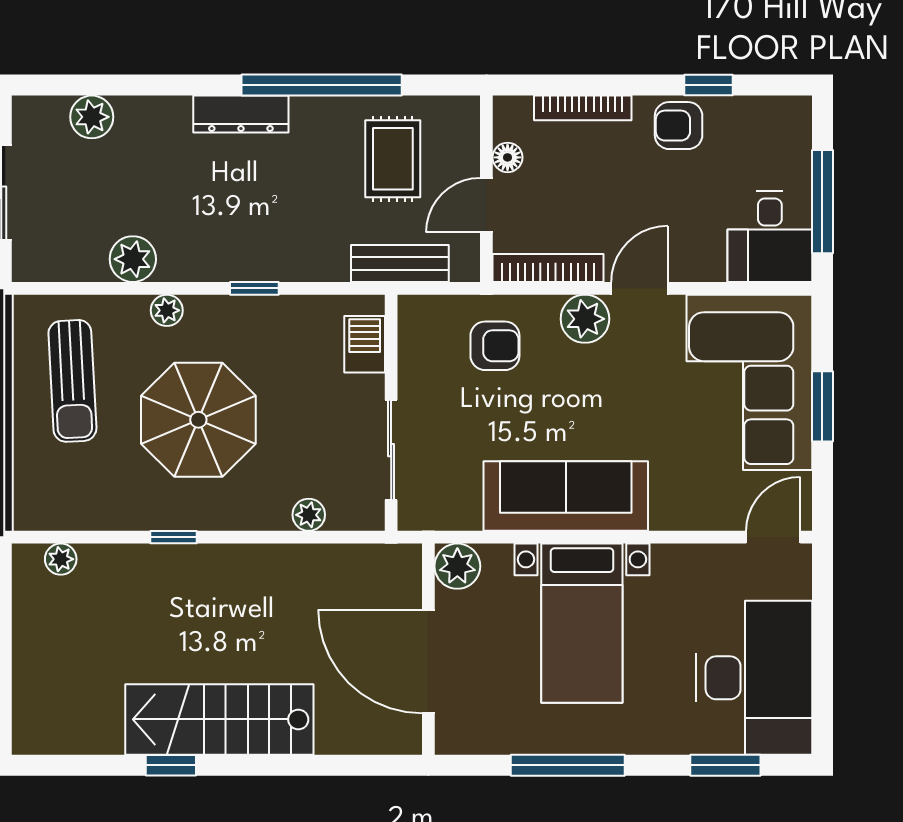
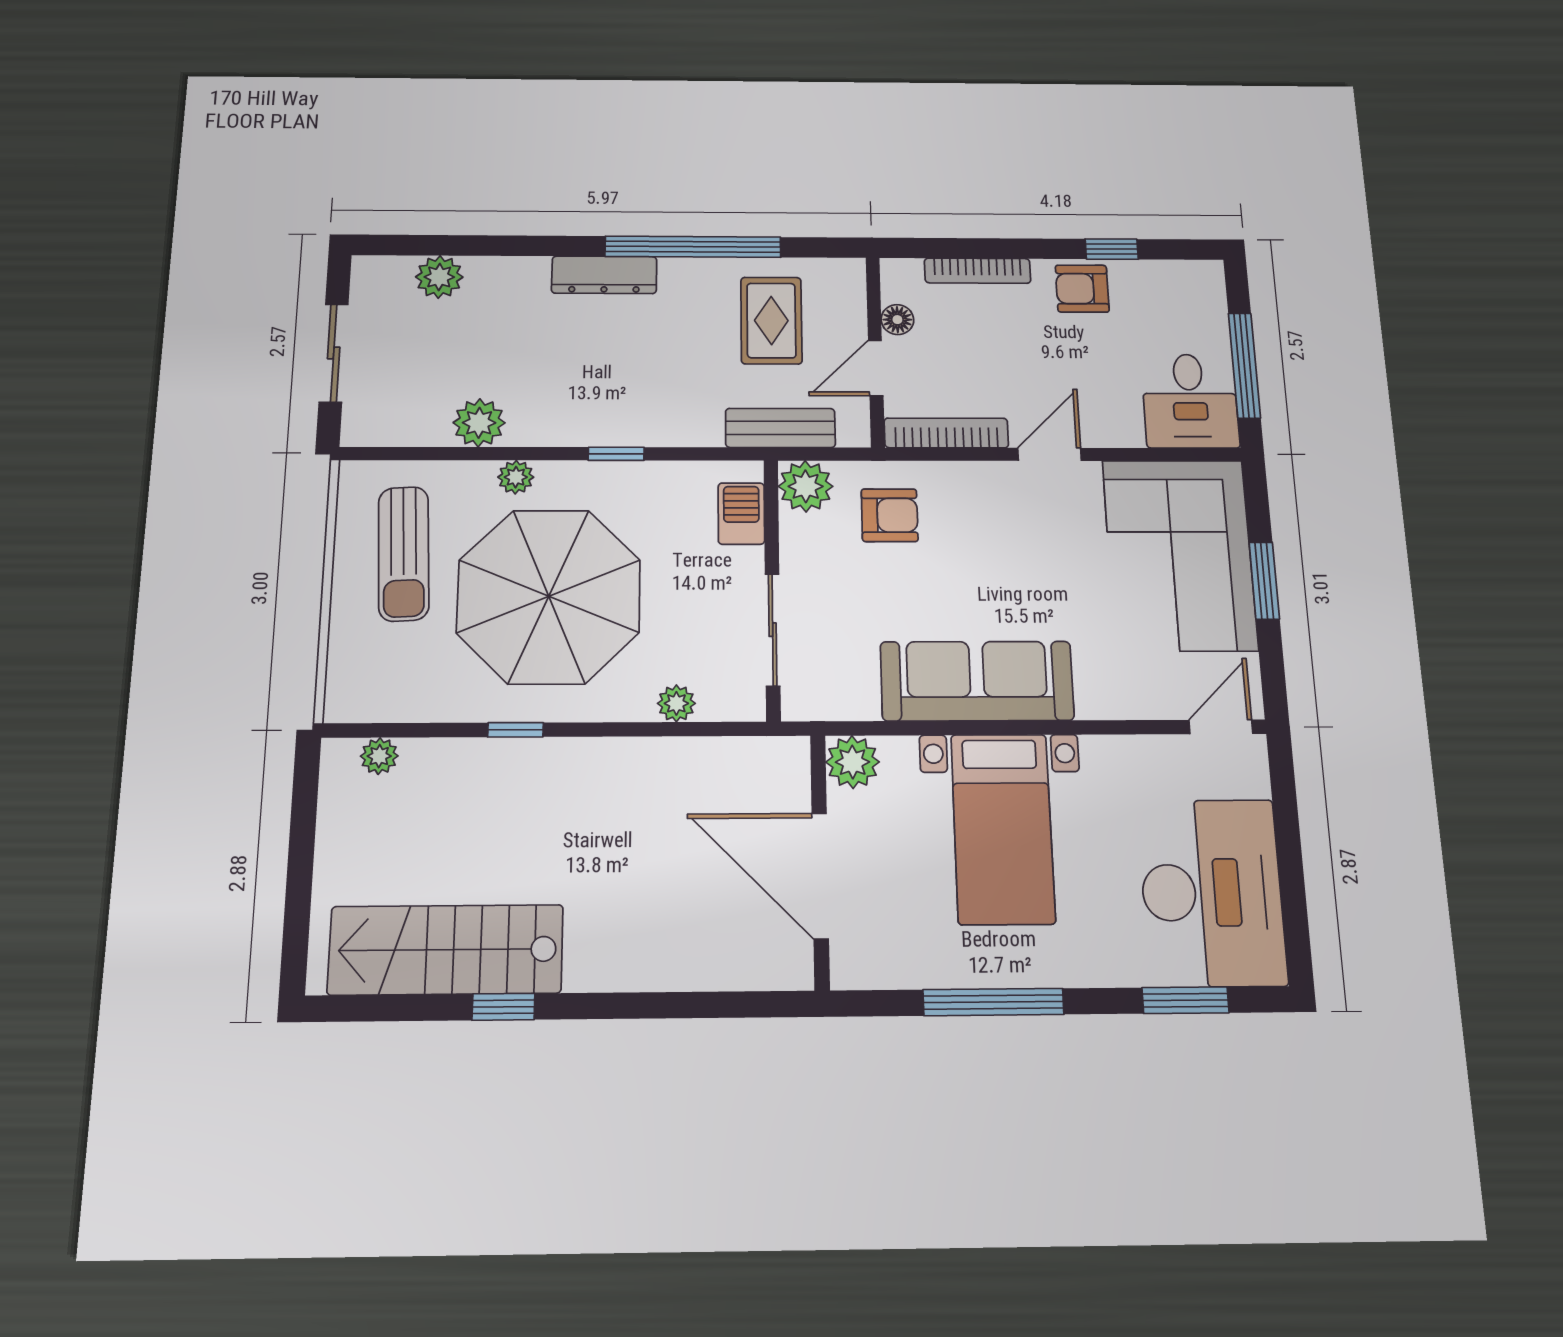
plant: (585, 319) -> (806, 486), moved
parasol: (198, 420) -> (549, 596), width x1.36, depth x1.36
stairs: (219, 719) -> (446, 950), moved

